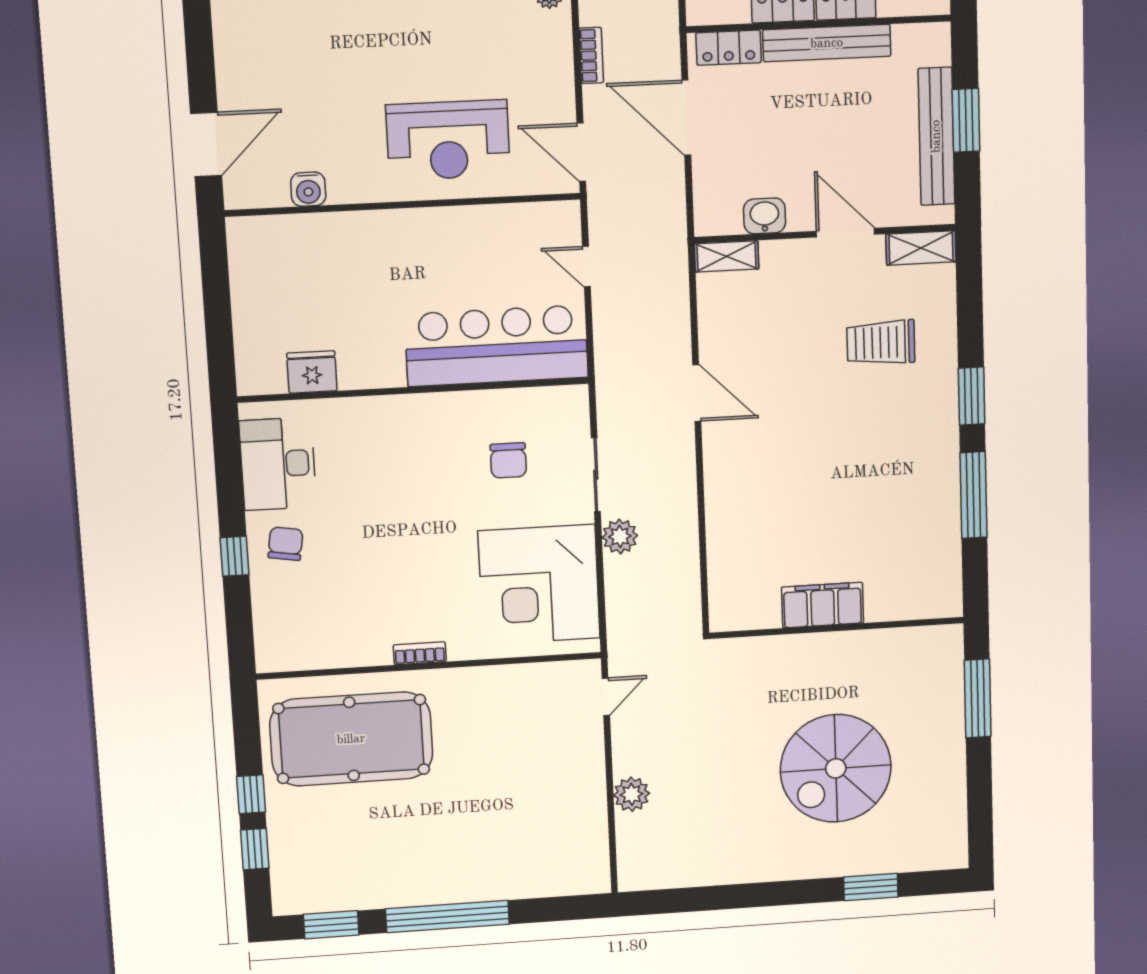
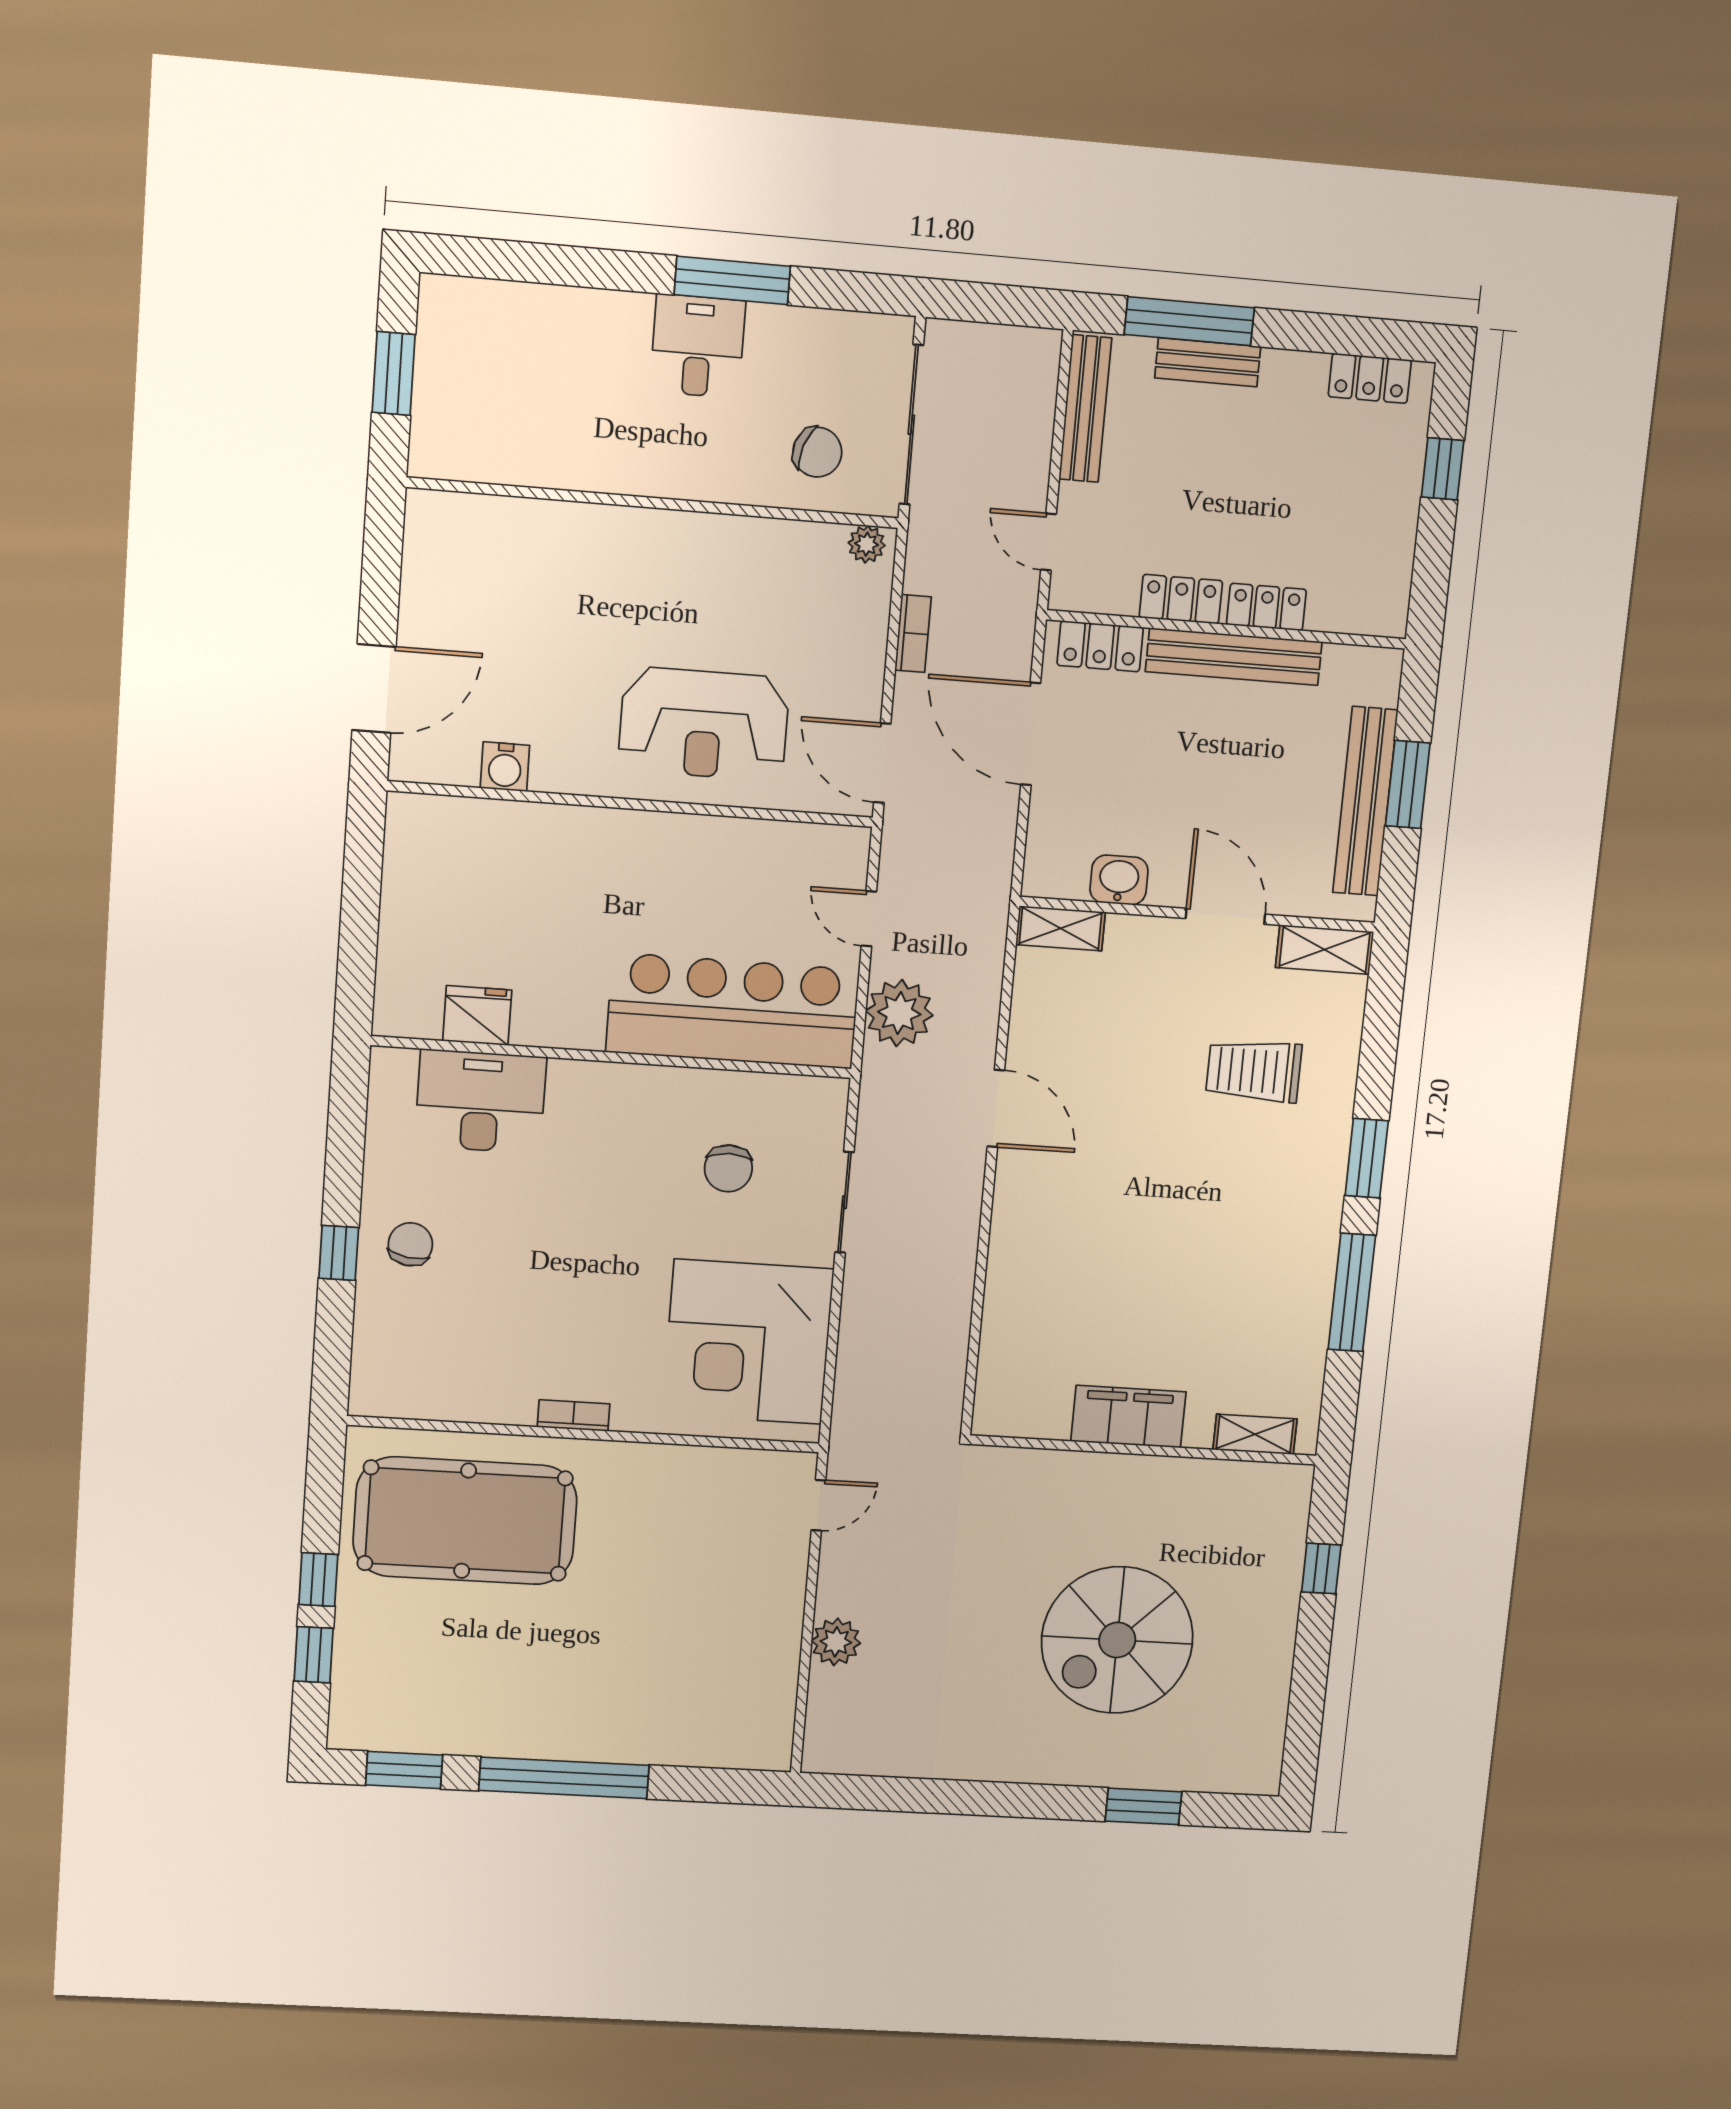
desk: (278, 464) -> (481, 1101), moved, turned 90
plant: (620, 536) -> (899, 1013), moved, width x1.36, depth x1.36
shelving: (916, 607) -> (1255, 1434), added
window: (978, 698) -> (1321, 1568), width x0.46

